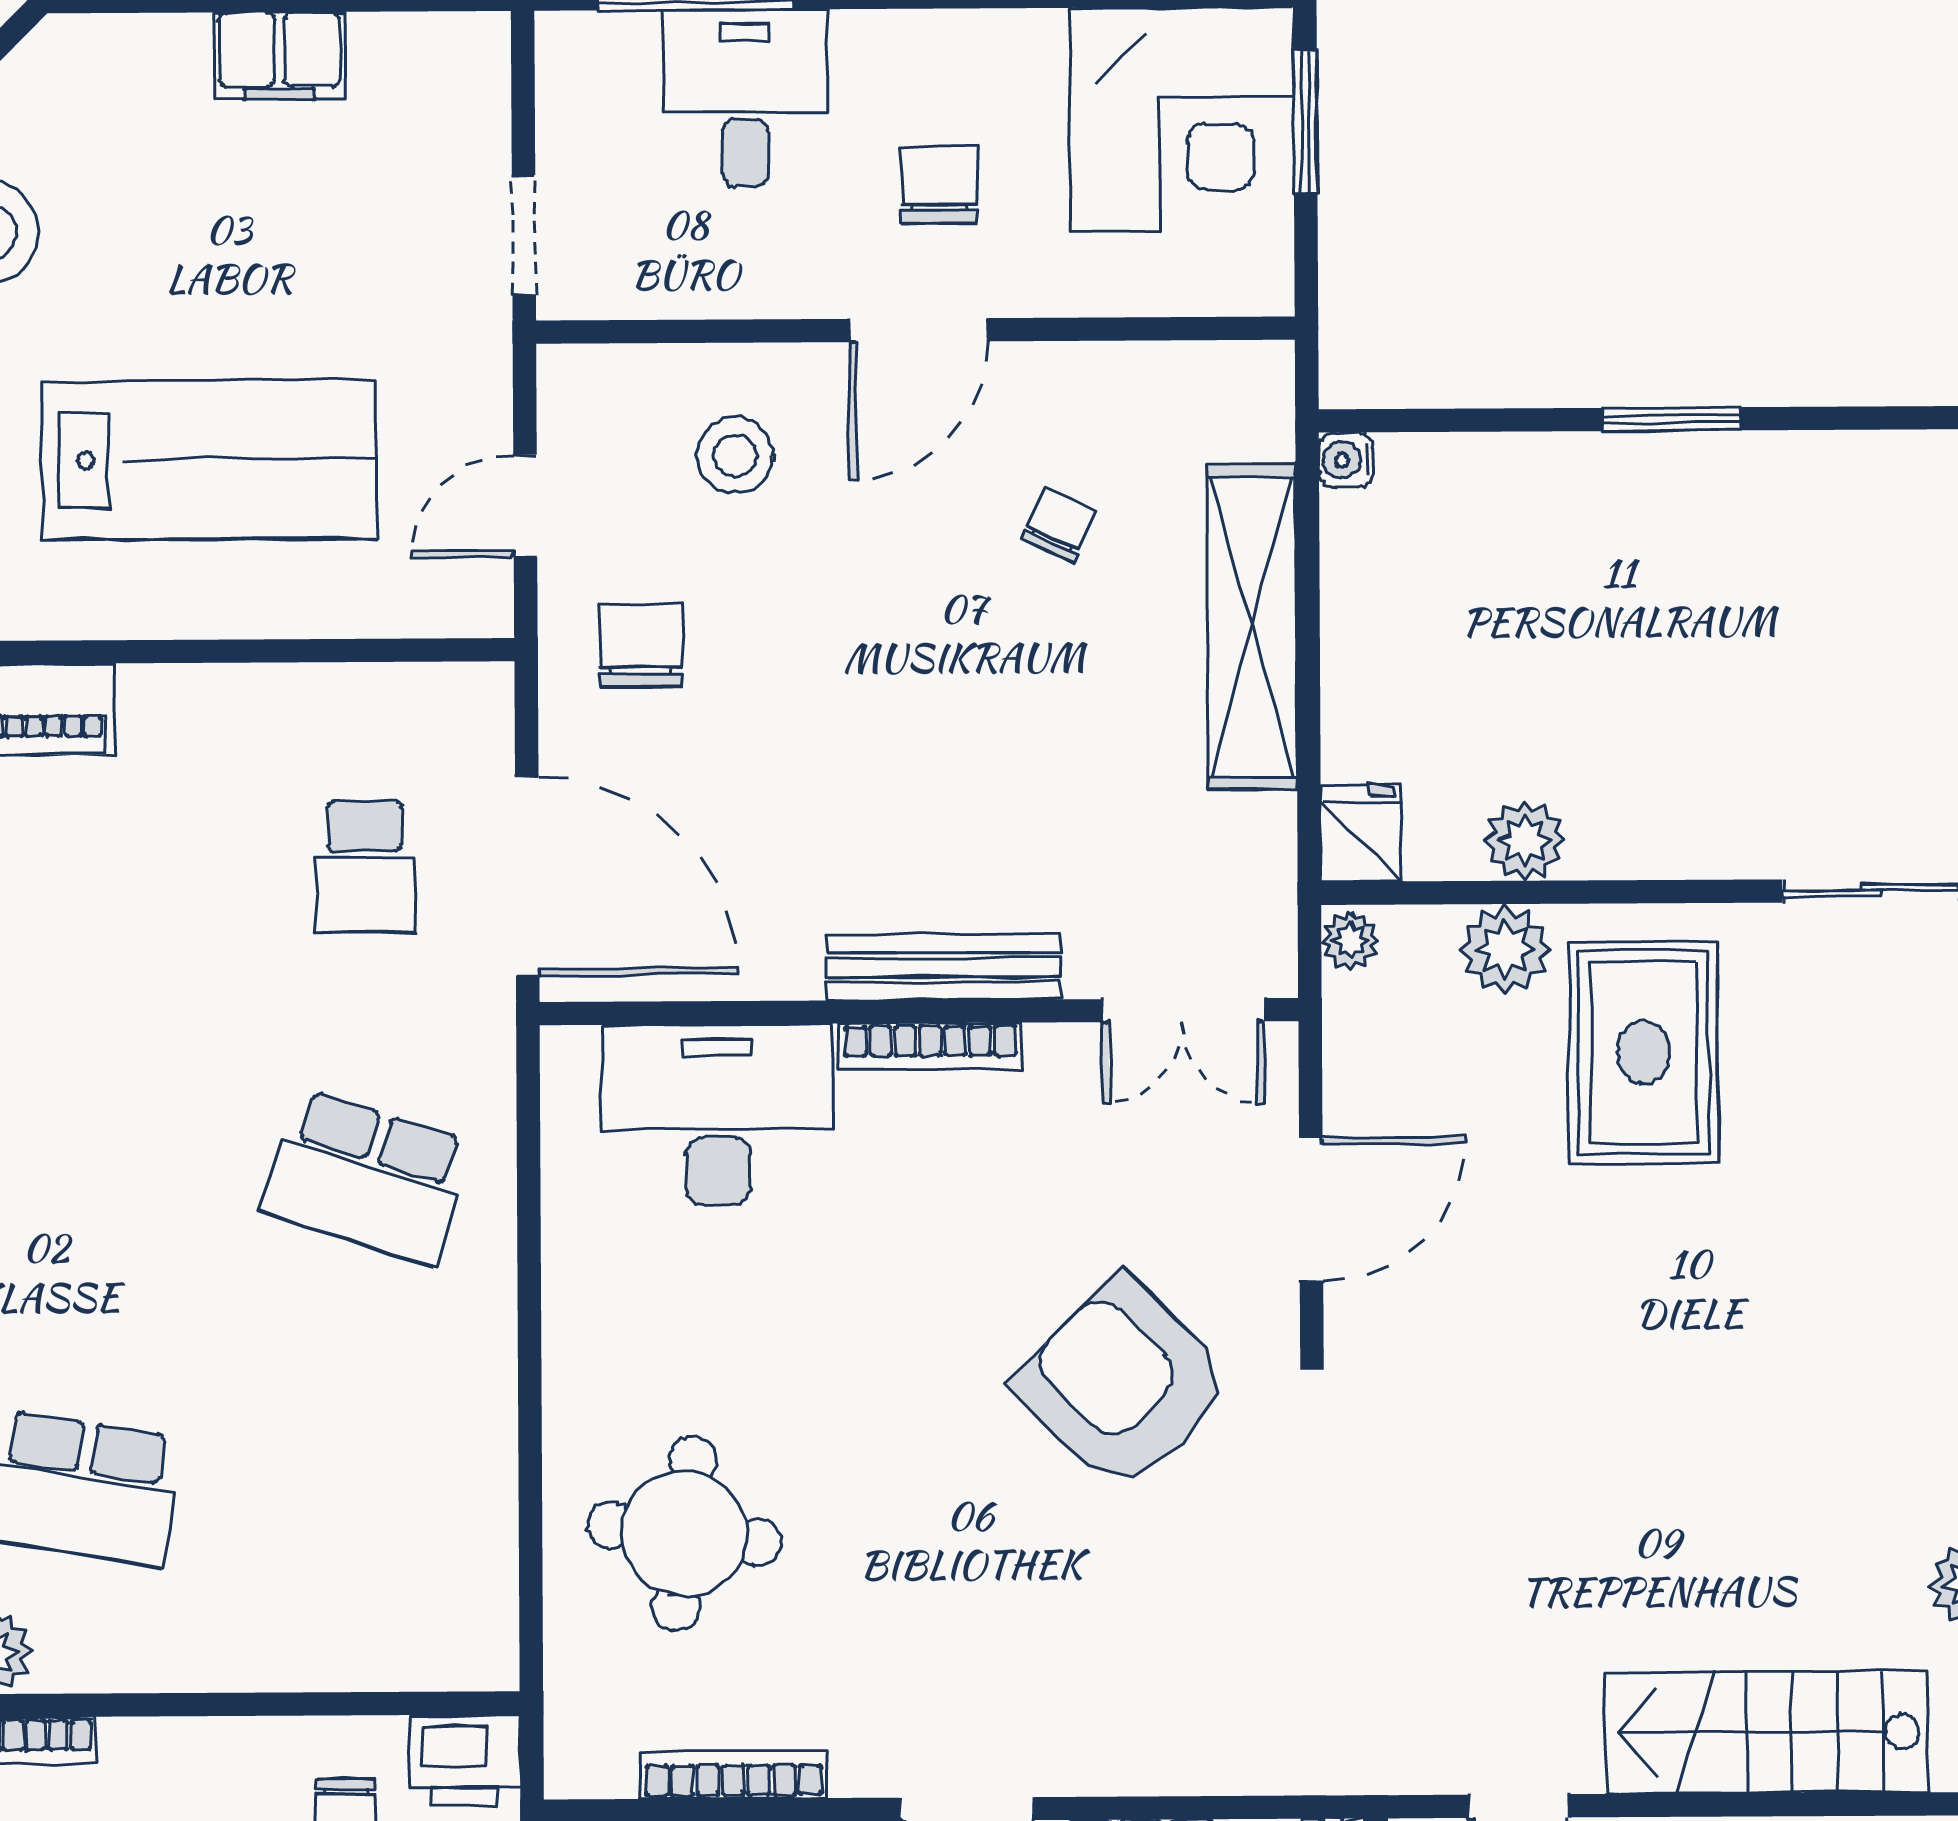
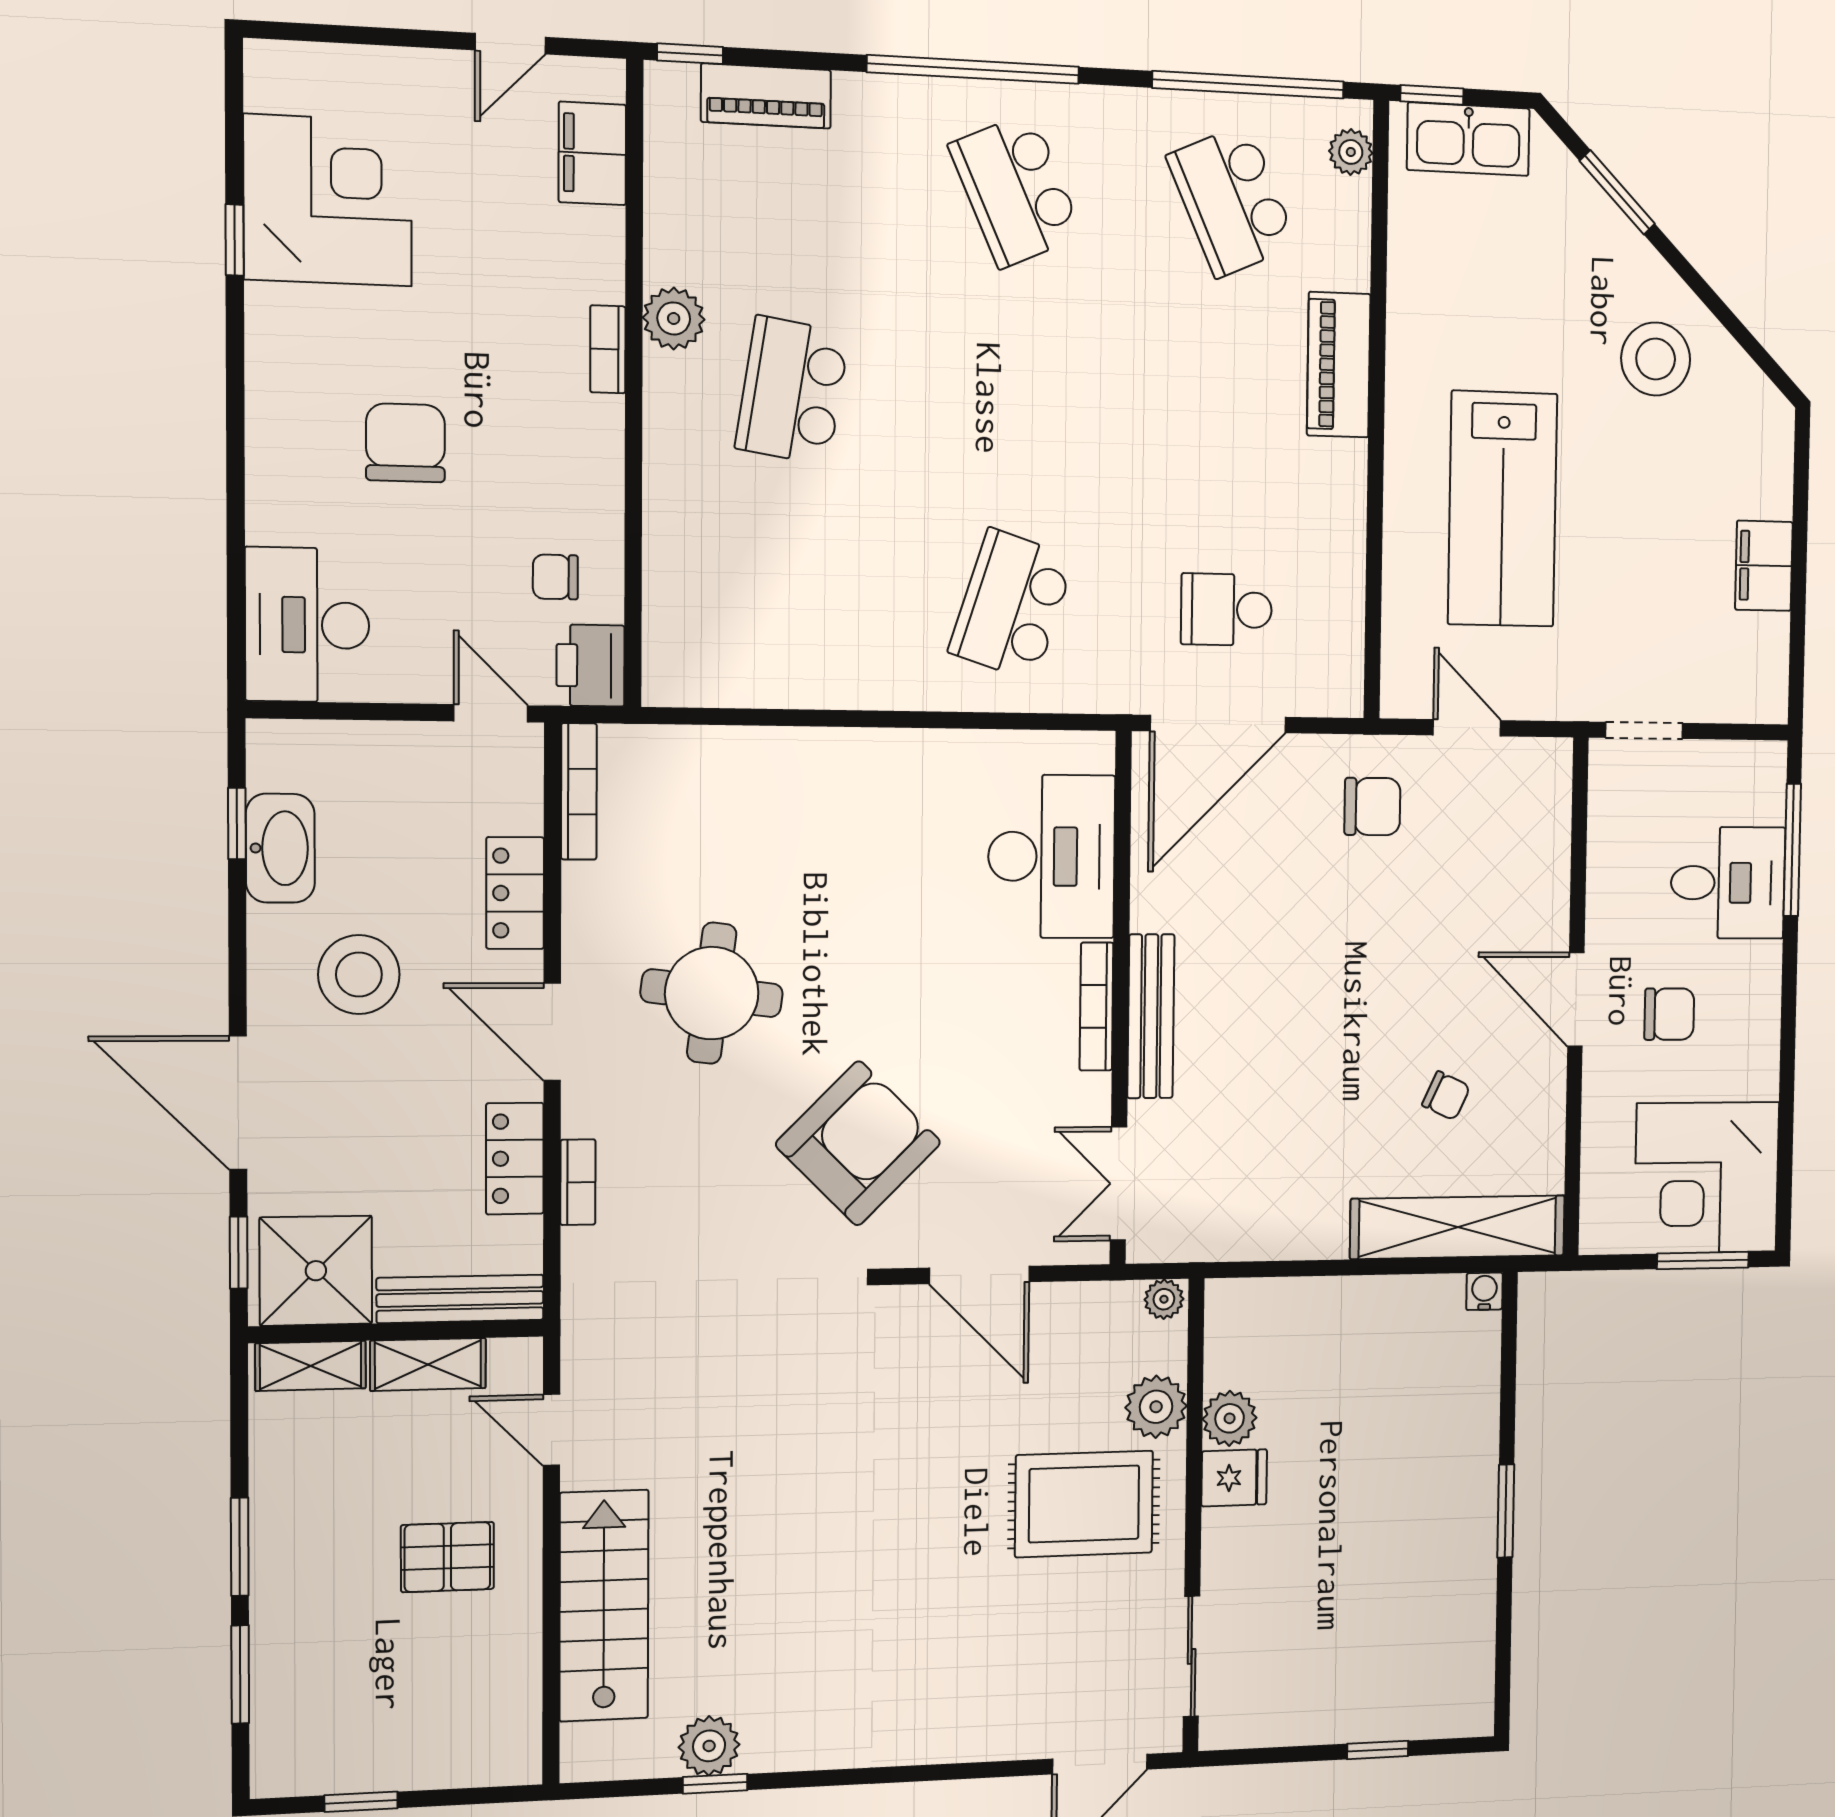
stool: (735, 455) -> (1497, 874), removed
shelving: (1252, 626) -> (1458, 1227), moved
fridge: (1361, 833) -> (1234, 1478), moved
round table: (684, 1534) -> (712, 993), moved
bookcase: (1174, 1773) -> (578, 1182), added
bookcase: (733, 1775) -> (579, 791), moved

